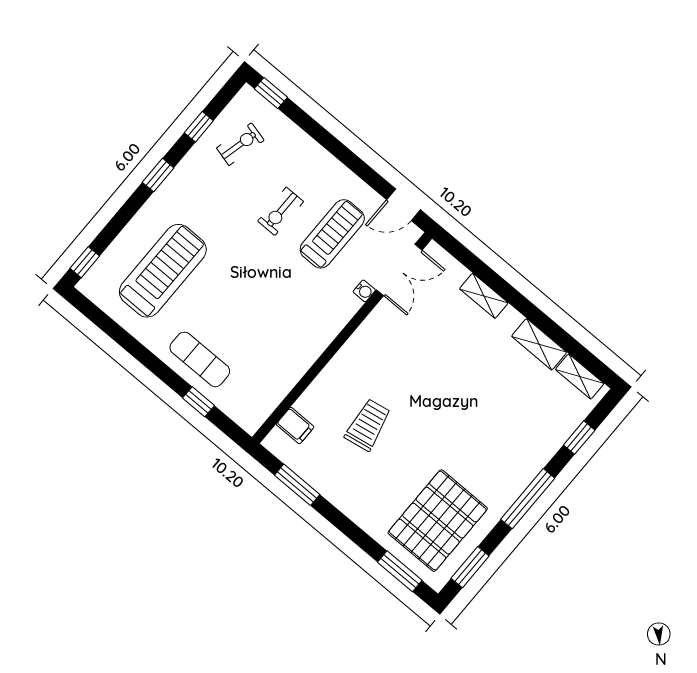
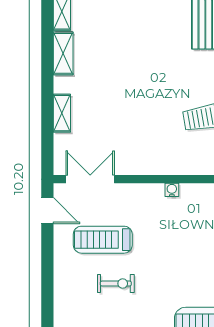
water cooler: (364, 291) -> (172, 190), moved

